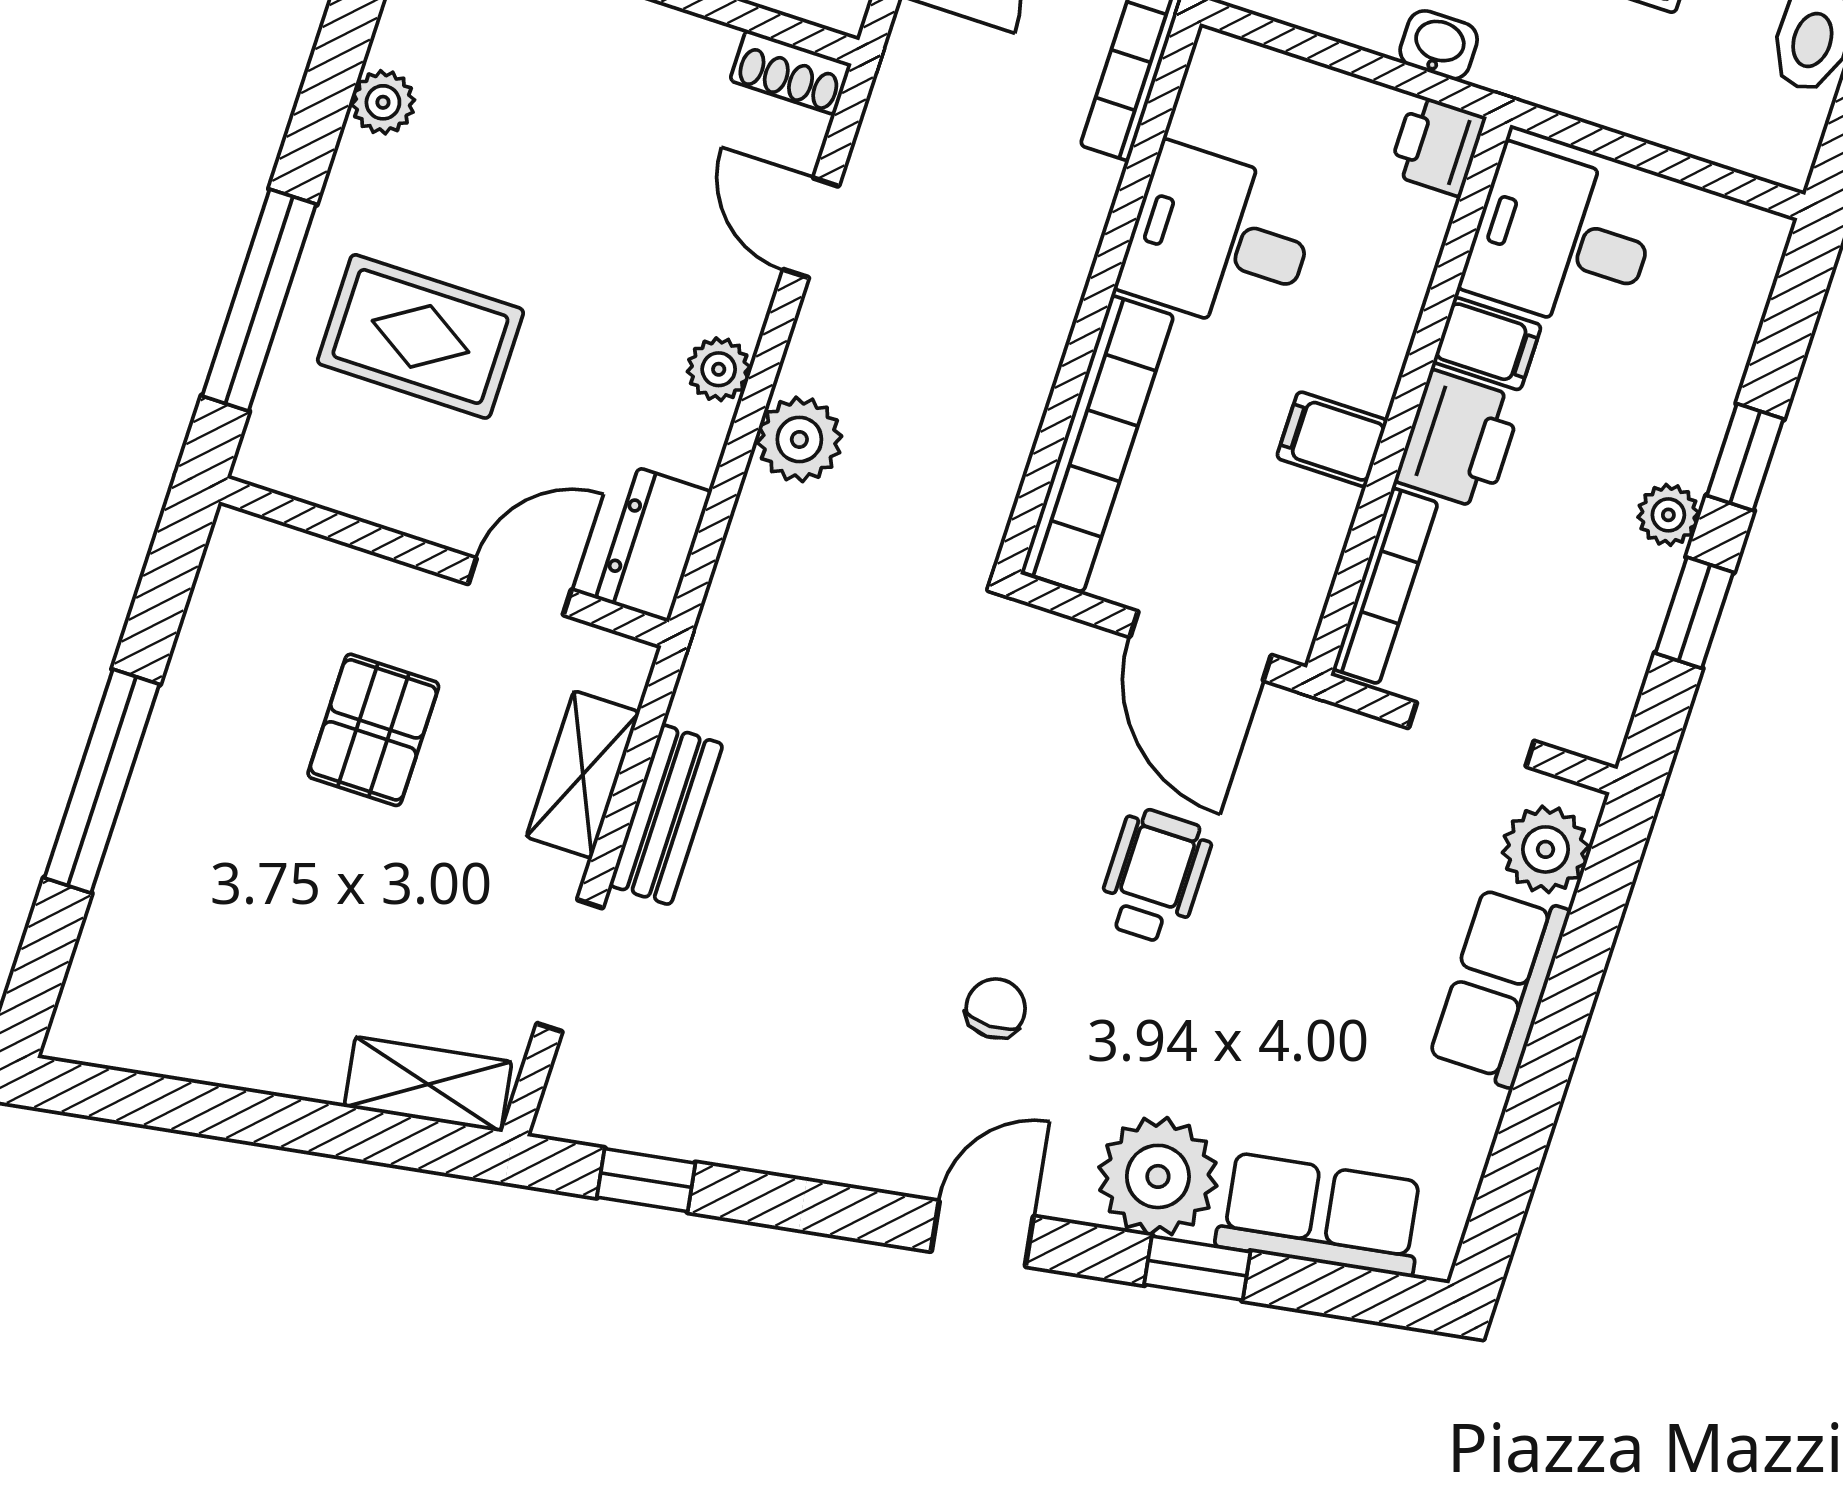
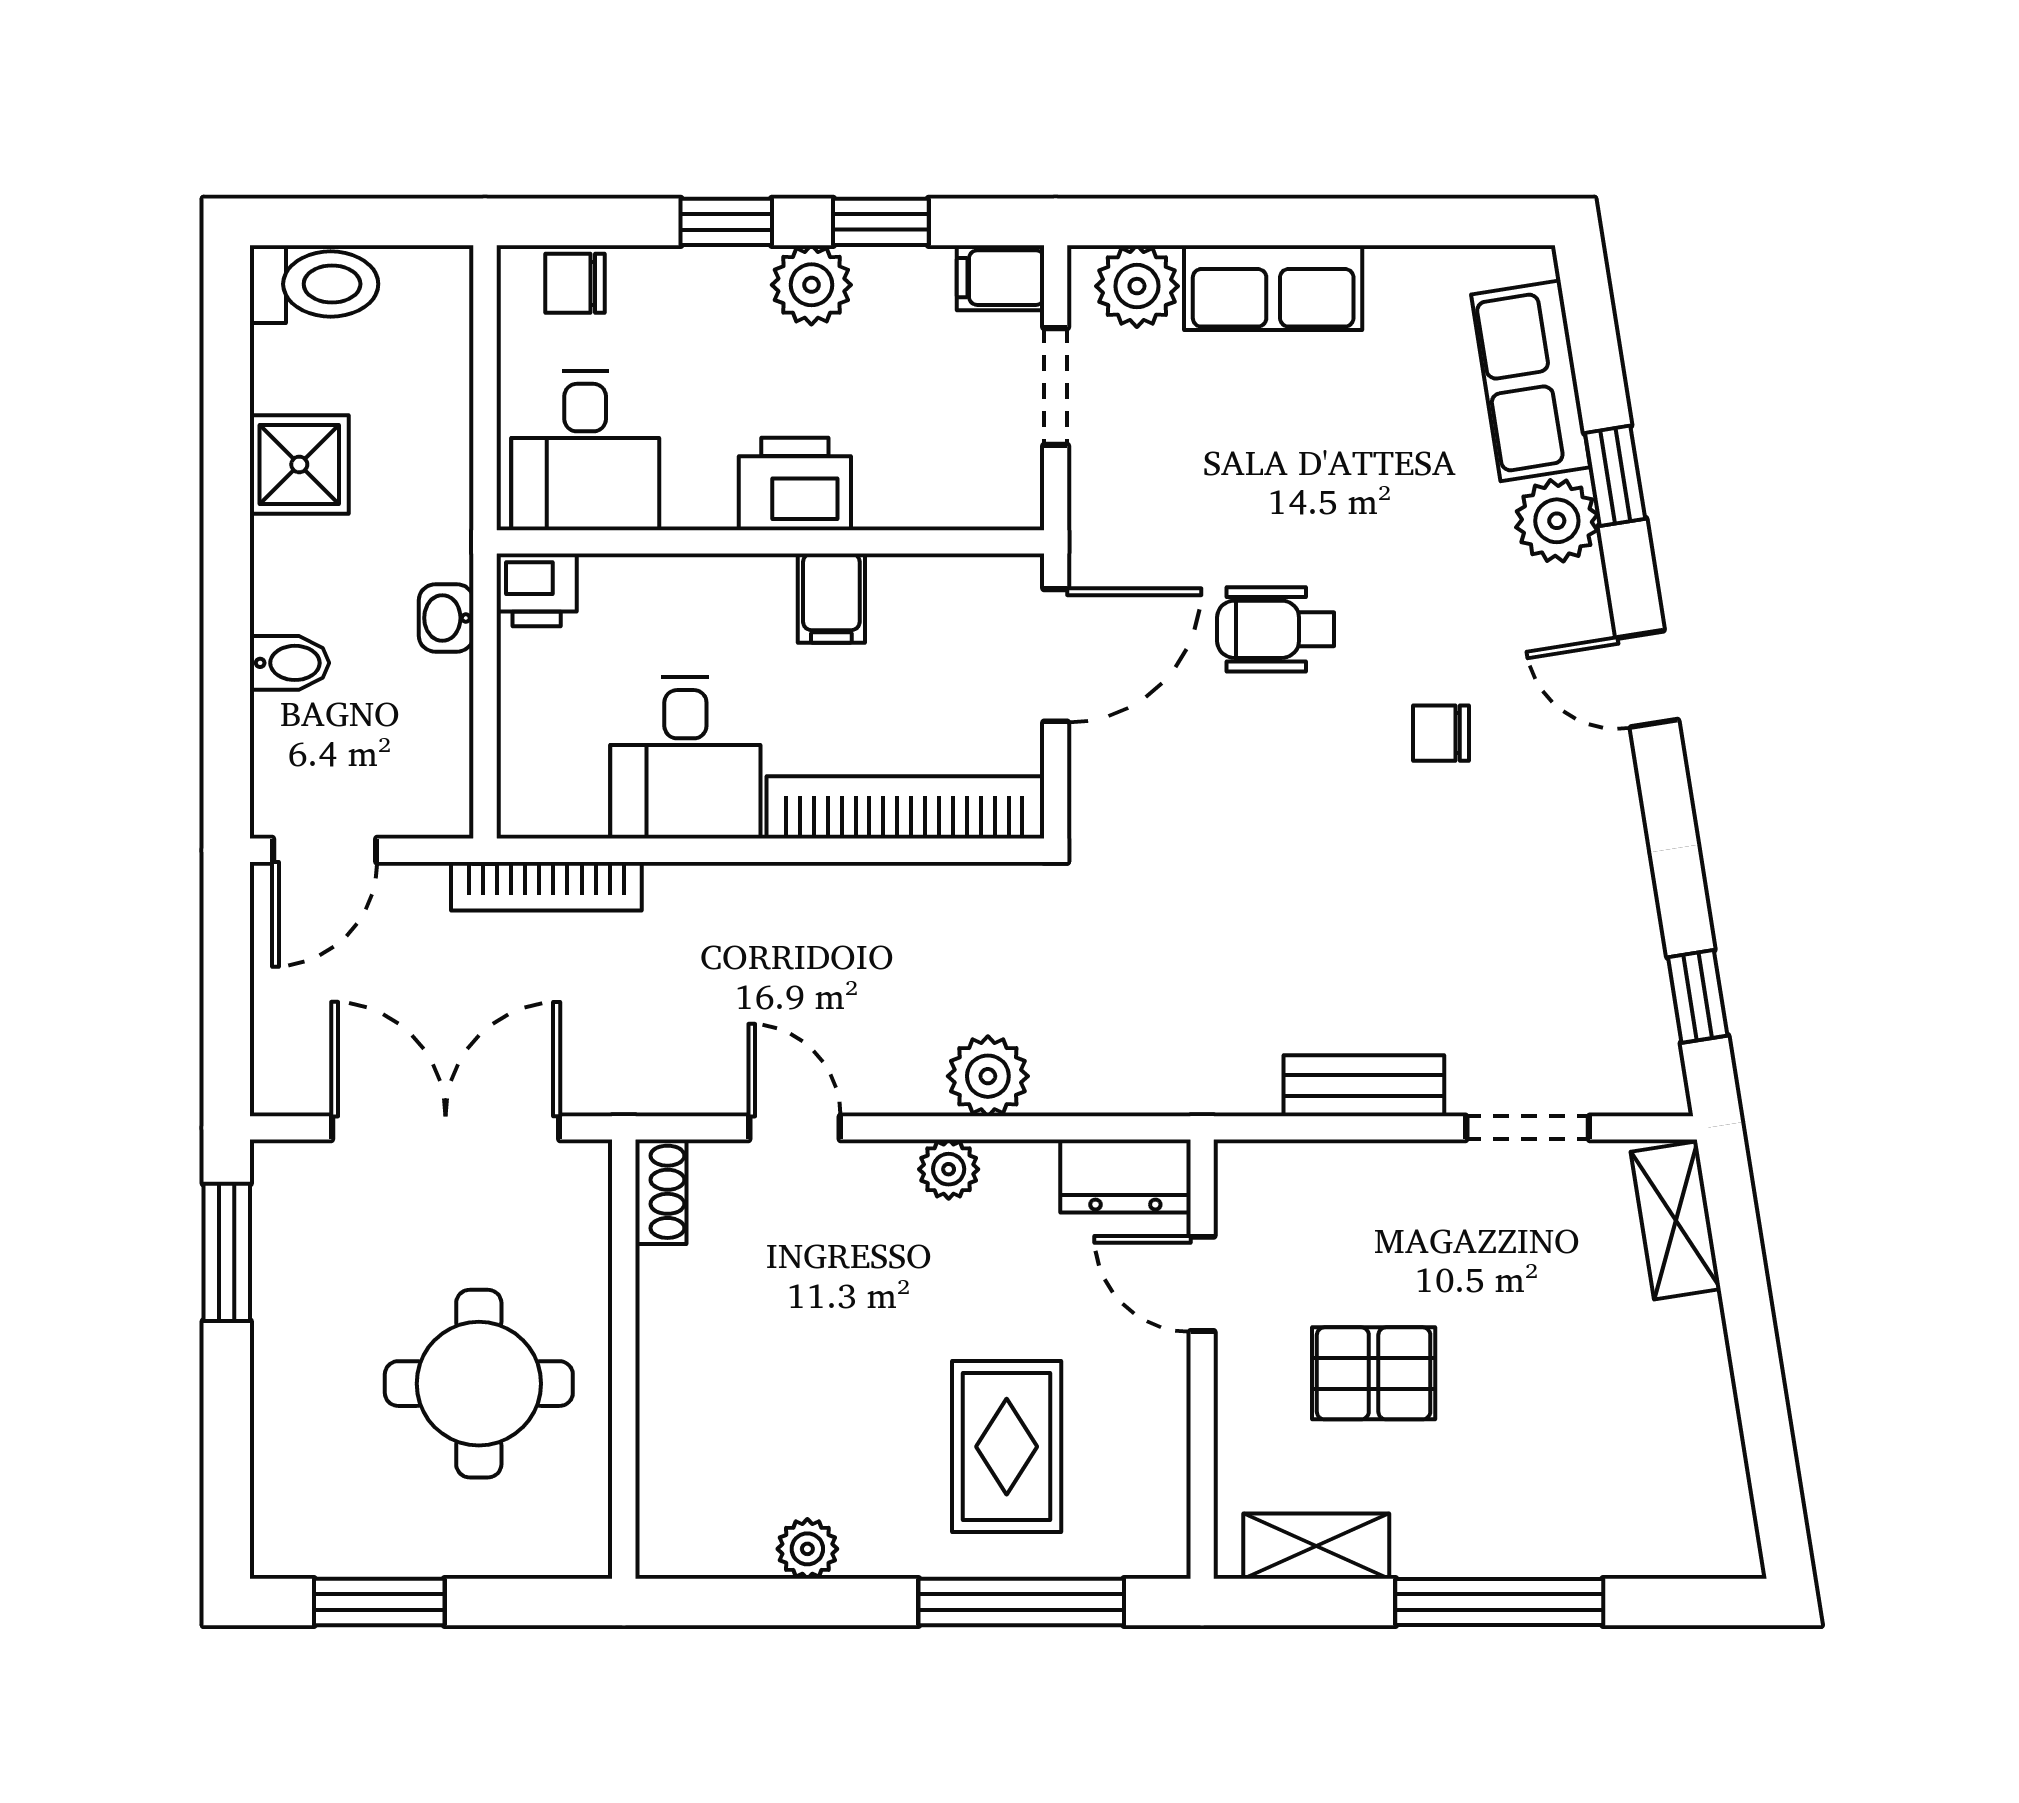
door: (811, 228) -> (795, 1128), swing flipped
chair: (1733, 285) -> (575, 283), added
filing cabinet: (1487, 344) -> (1000, 278), moved, turned -90
plant: (1668, 515) -> (811, 285), width x1.38, depth x1.38
bookcase: (1385, 586) -> (947, 507), removed
shelving: (583, 775) -> (1316, 1546), moved
plant: (1158, 1176) -> (1557, 521), width x0.73, depth x0.73

